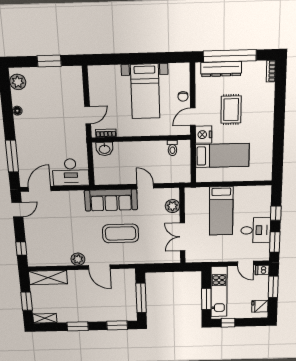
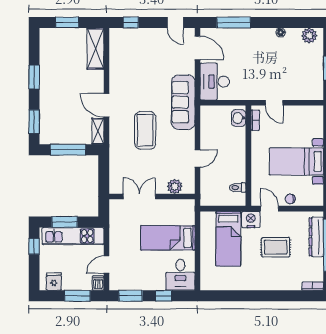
sofa: (111, 200) -> (183, 102), moved
desk: (256, 230) -> (180, 275), moved
plant: (78, 259) -> (116, 83), removed
door: (99, 267) -> (106, 105), hinge flipped
shelving: (45, 318) -> (98, 131), moved

